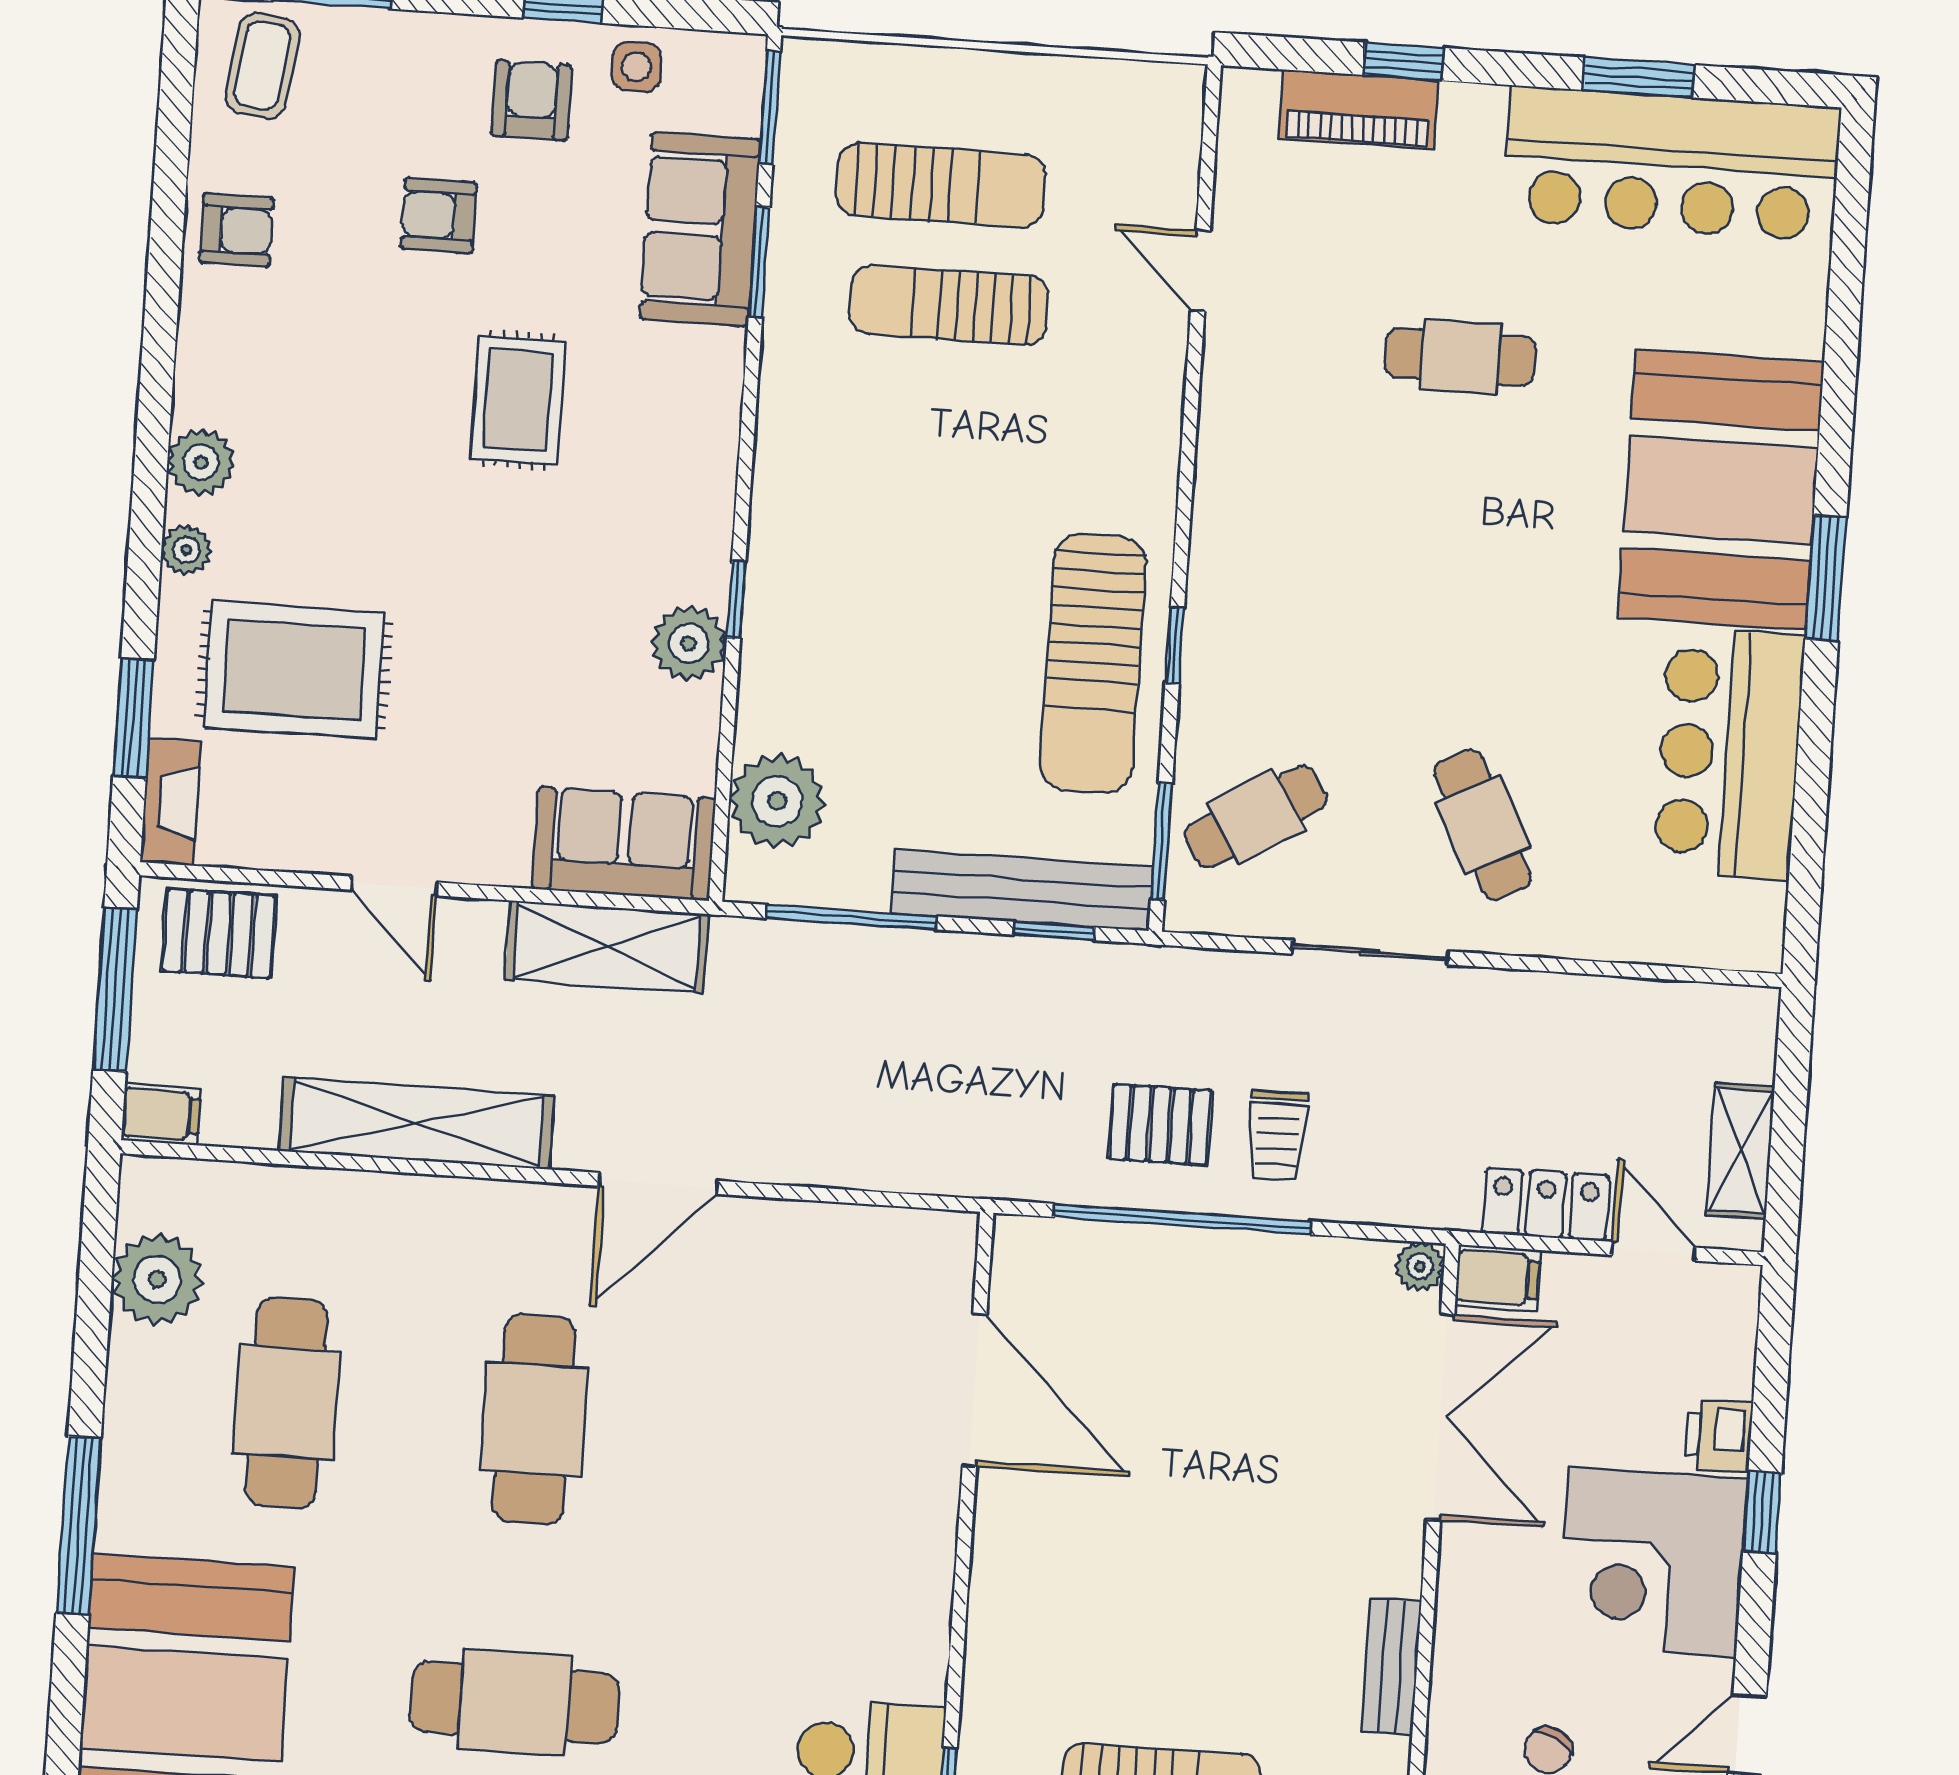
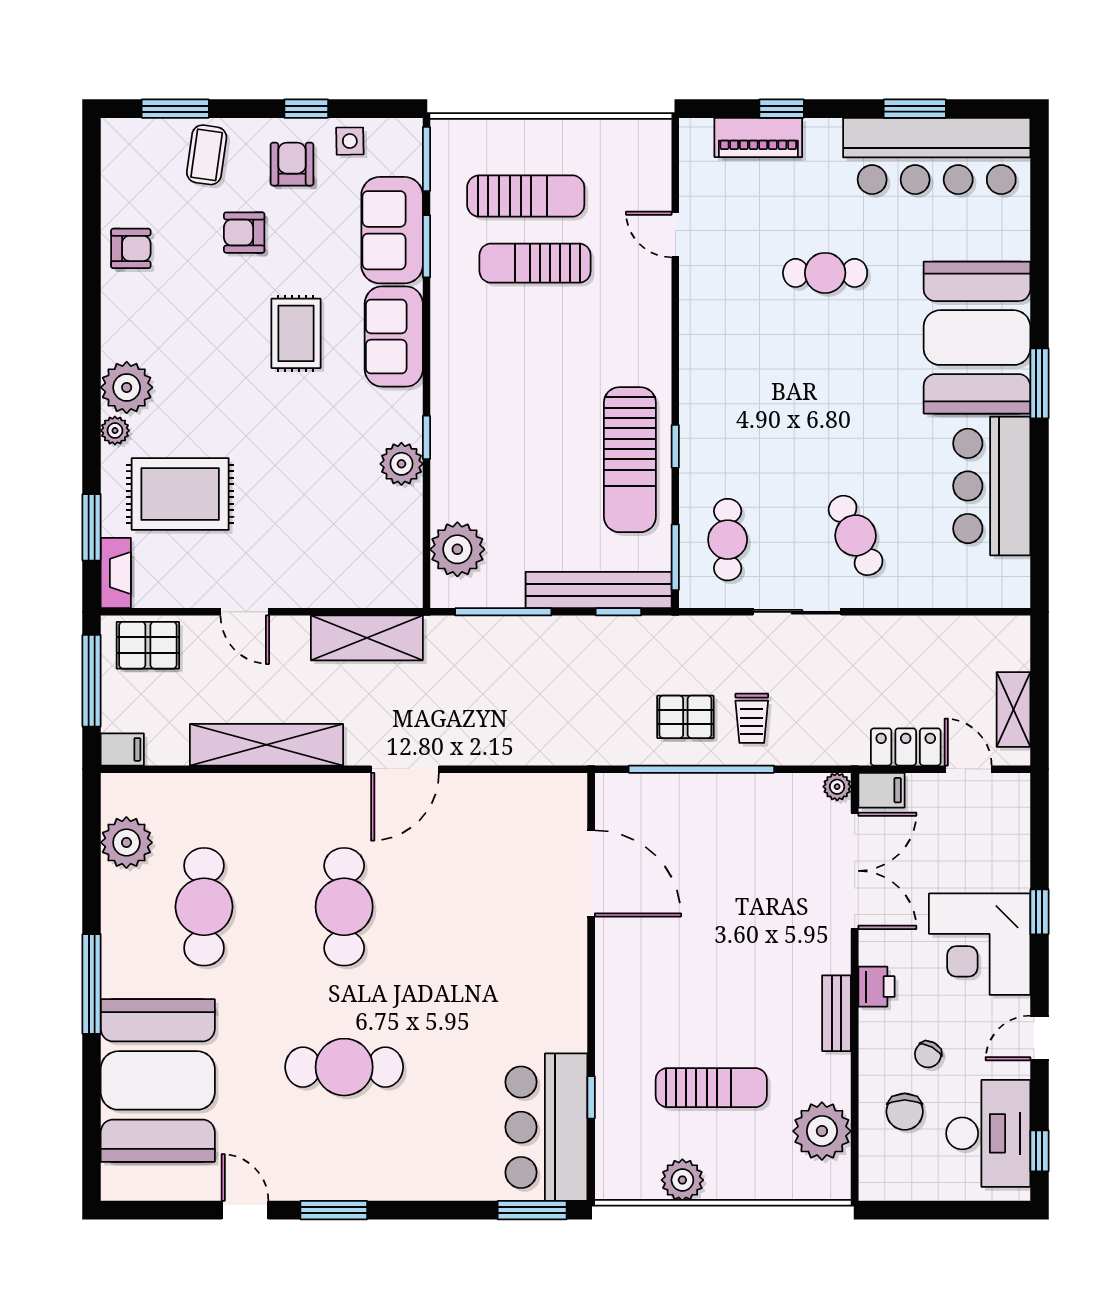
coffee table: (262, 66) -> (207, 155), moved
plant: (201, 462) -> (127, 387), width x1.36, depth x1.36
cafe table: (1256, 817) -> (728, 540), turned -58
sofa: (624, 844) -> (394, 336), moved, turned -90
printer: (1719, 1436) -> (876, 987), moved, turned 180

